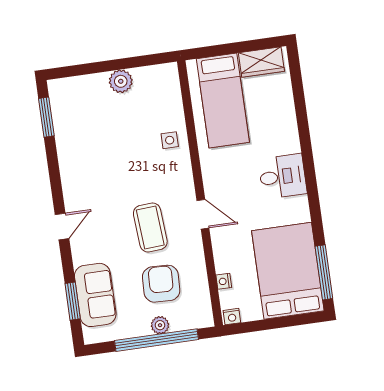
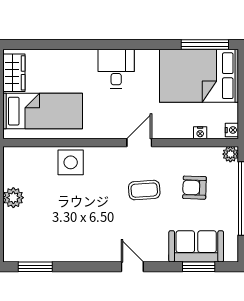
side table: (170, 140) -> (71, 162), width x1.87, depth x1.87
coffee table: (150, 227) -> (144, 190), width x0.73, depth x0.77
armchair: (161, 284) -> (194, 188), width x0.72, depth x0.72
plant: (160, 325) -> (230, 154), moved

